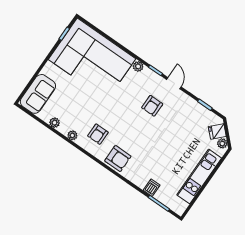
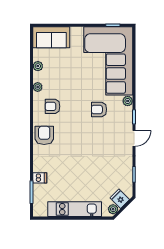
armchair: (152, 106) -> (99, 109), moved
armchair: (118, 159) -> (44, 135), turned 180

